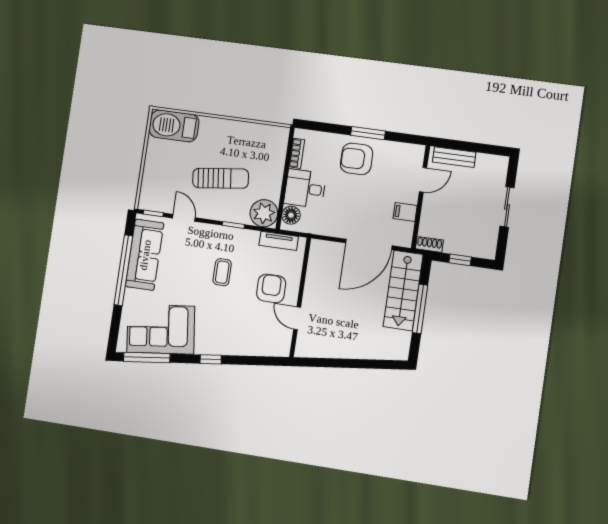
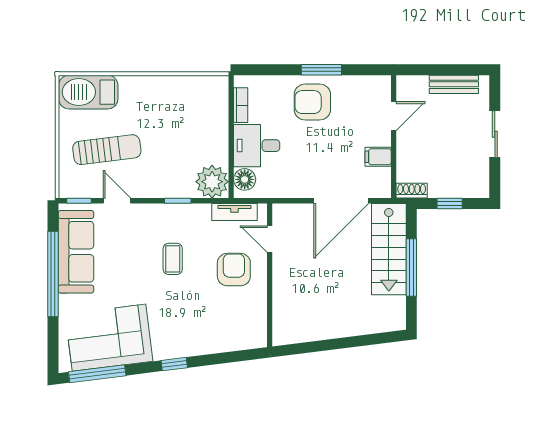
bench: (454, 157) -> (454, 84), moved
sun lounger: (221, 178) -> (107, 150), moved
door: (297, 318) -> (270, 239), moved

